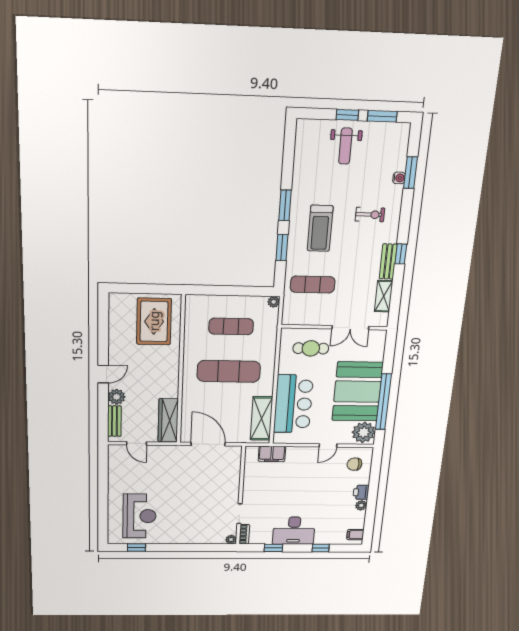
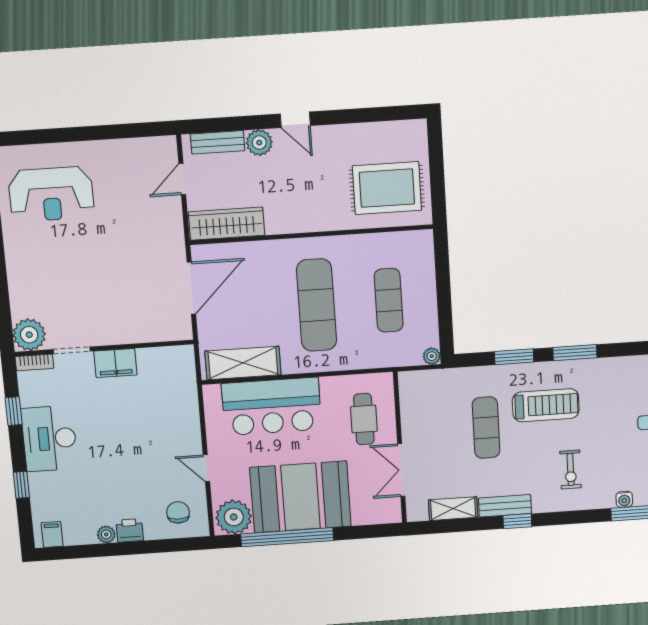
treadmill: (320, 228) -> (546, 405), turned 180
exercise mat: (313, 284) -> (486, 428), moved
filing cabinet: (272, 454) -> (115, 363), moved, turned -90
plant: (231, 540) -> (29, 335), width x1.88, depth x1.88

